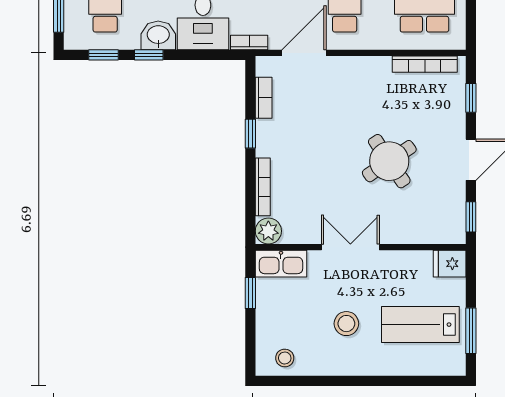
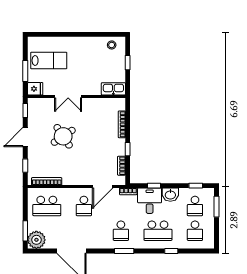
window: (149, 55) -> (154, 186), moved
plant: (268, 231) -> (119, 104), removed
double door: (350, 247) -> (68, 96), moved
window: (250, 293) -> (128, 63), moved
stool: (346, 324) -> (83, 61), removed
window: (471, 331) -> (25, 71), moved

